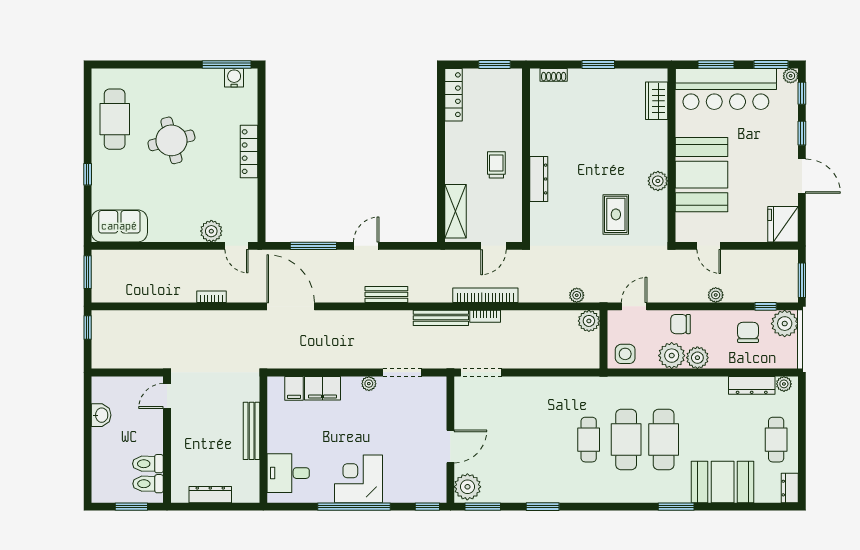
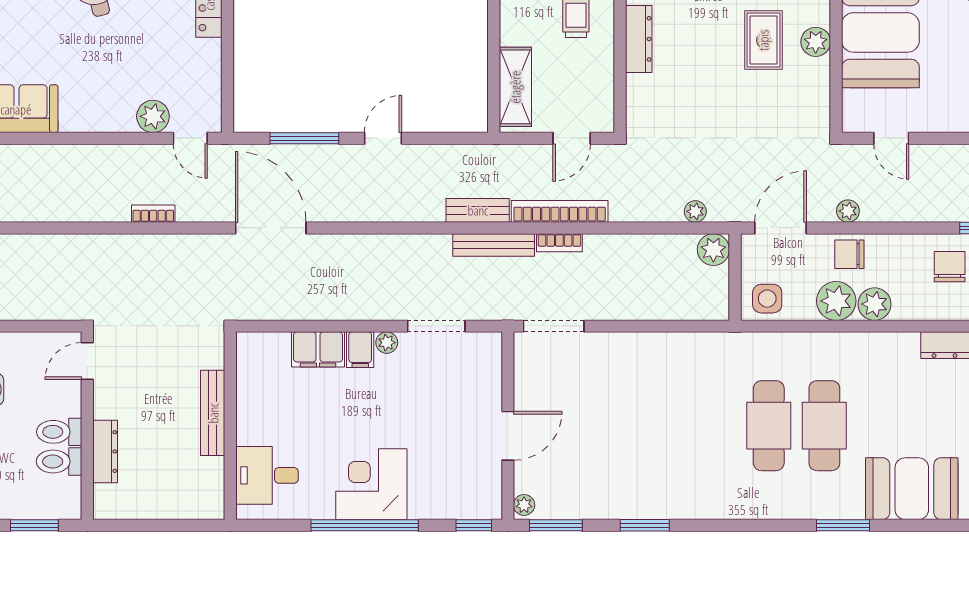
rug: (616, 214) -> (763, 40), moved
bench: (386, 294) -> (478, 210), moved
plant: (716, 295) -> (848, 211), moved
door: (634, 306) -> (781, 228), width x1.38
filing cabinet: (294, 388) -> (360, 350), moved
cafe table: (589, 440) -> (713, 426), removed
toilet: (148, 484) -> (59, 432), moved
plant: (467, 487) -> (524, 505), width x0.53, depth x0.53
dresser: (210, 495) -> (105, 452), moved, turned 90

